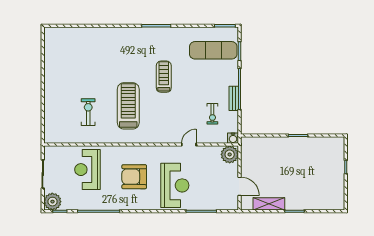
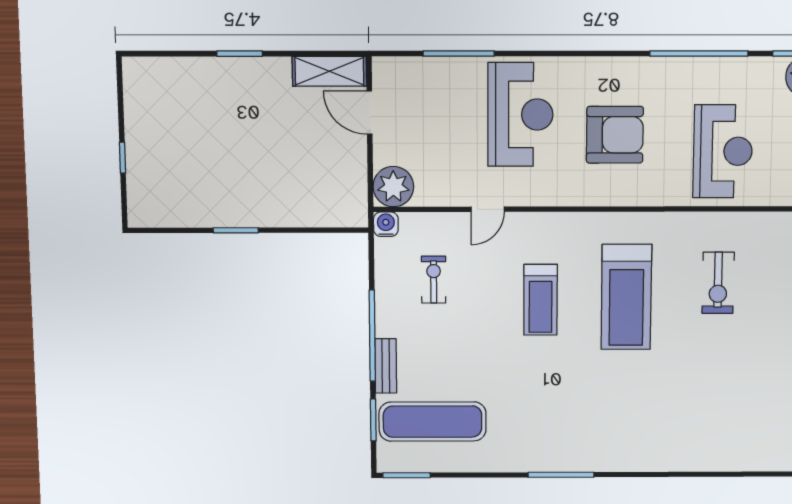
treadmill: (164, 77) -> (541, 300), moved
bench: (234, 98) -> (386, 366), moved
reception desk: (175, 185) -> (520, 115), turned 180
shelving: (269, 204) -> (329, 71), moved

